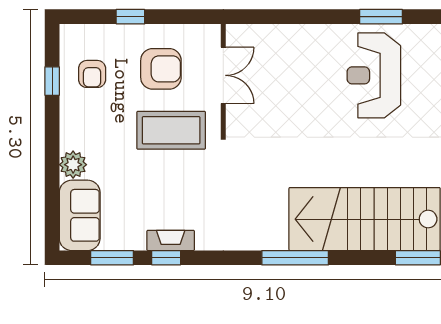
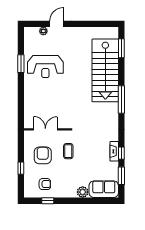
coffee table: (171, 130) -> (68, 151), width x0.54, depth x0.58

